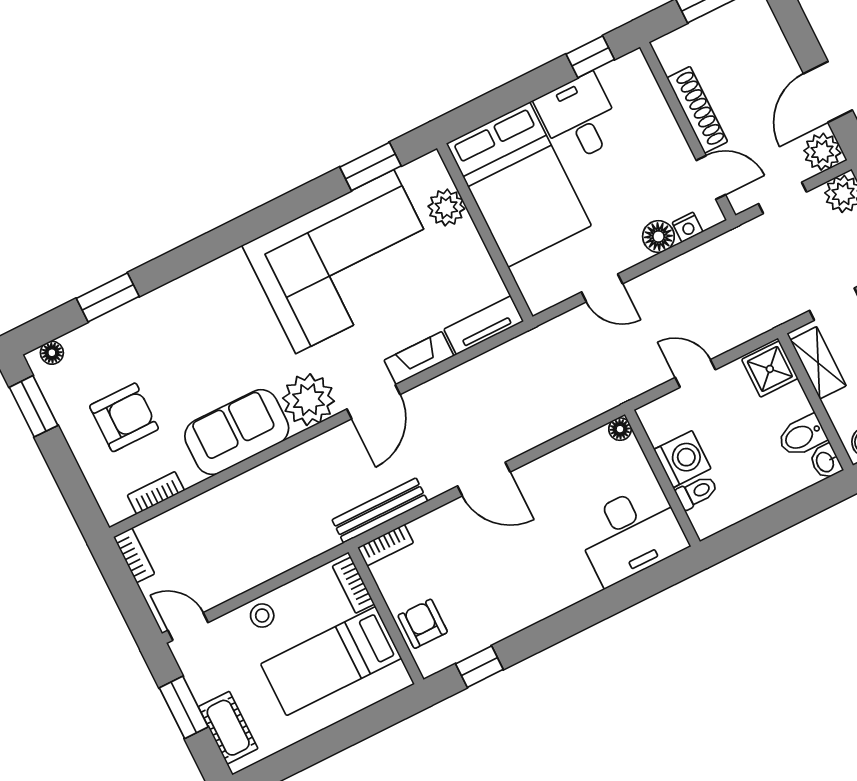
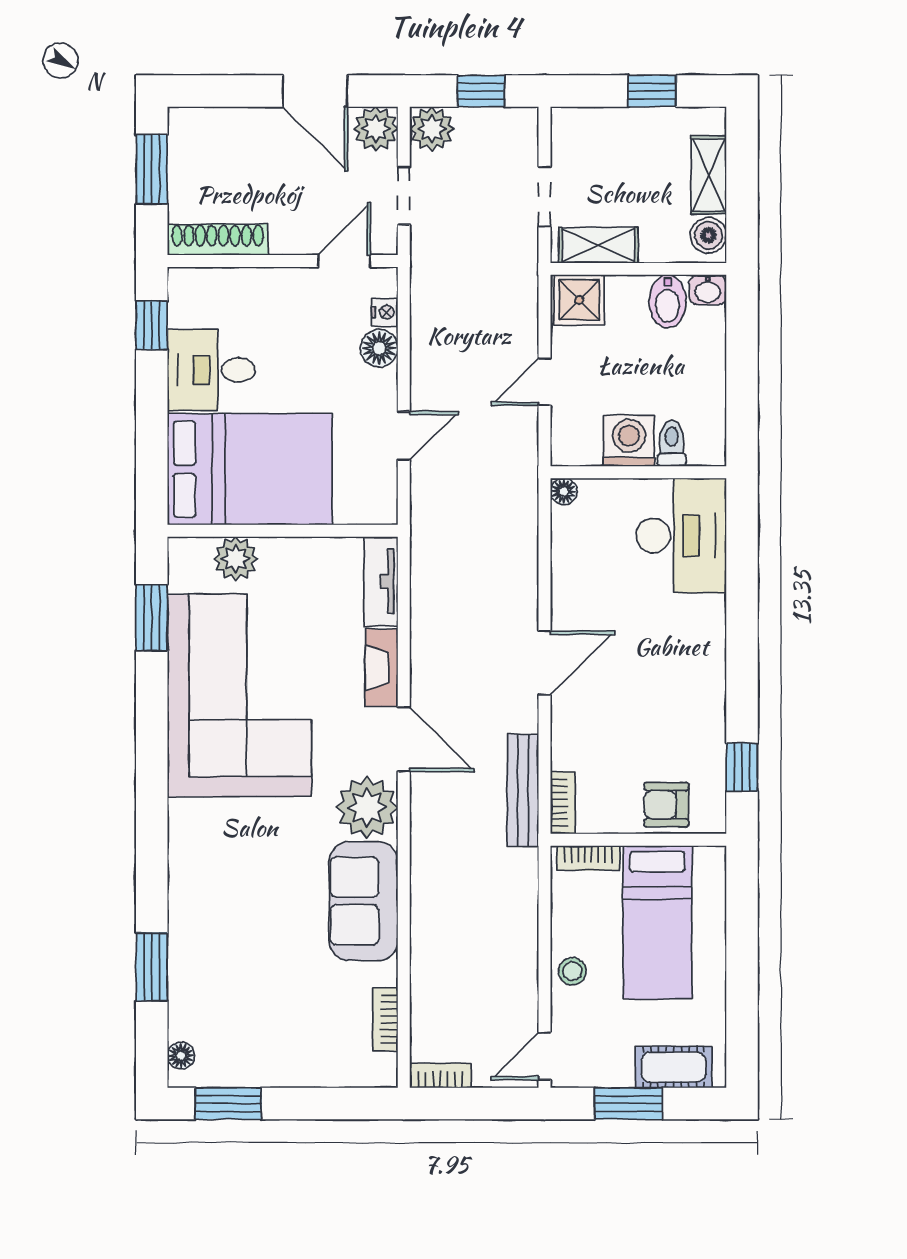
shoe rack: (697, 110) -> (218, 240), moved
armchair: (124, 417) -> (288, 1013), removed

